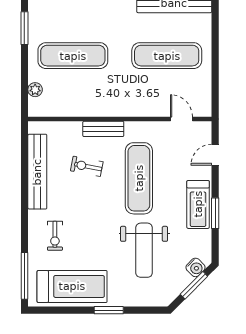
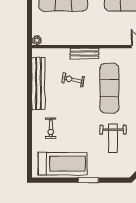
plant: (35, 90) -> (37, 40), moved
weight bench: (144, 250) -> (113, 138), width x0.73, depth x0.75
window: (24, 276) -> (29, 156), removed

